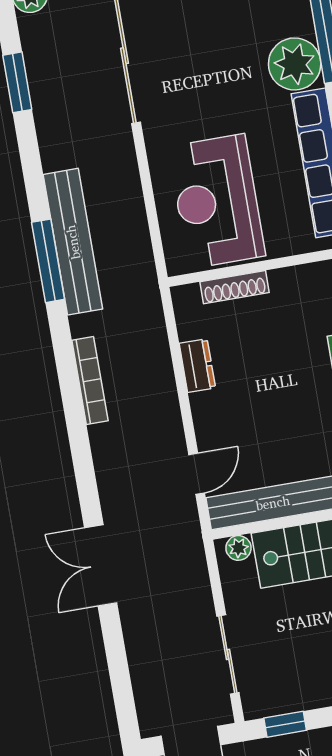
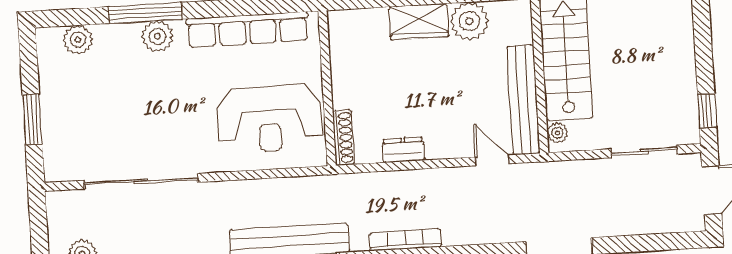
plant: (295, 64) -> (157, 36), width x0.73, depth x0.73
shoe rack: (234, 287) -> (343, 138), moved

